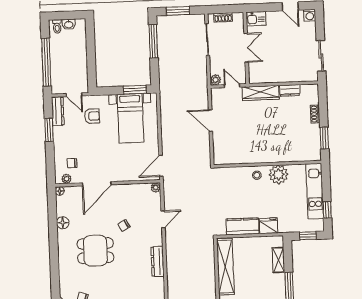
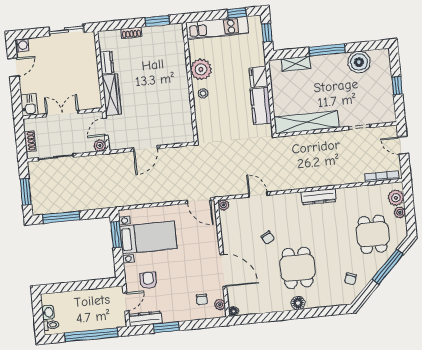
floor lamp: (63, 223) -> (298, 303), moved
dresser: (158, 261) -> (319, 197), moved

